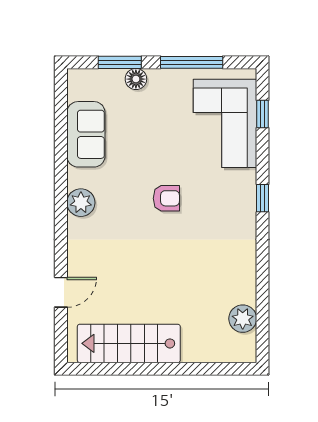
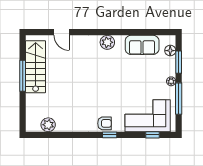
plant: (157, 77) -> (171, 81), added
floor lamp: (136, 79) -> (170, 51), moved
armchair: (166, 198) -> (104, 123), moved, turned -90
window: (147, 369) -> (23, 76), added

